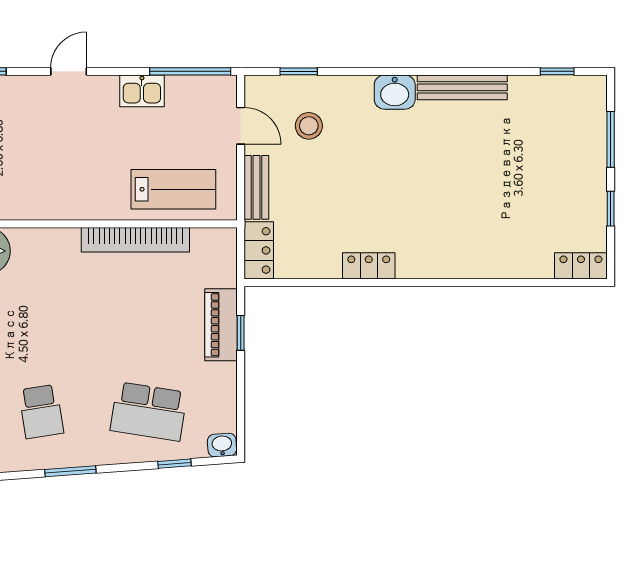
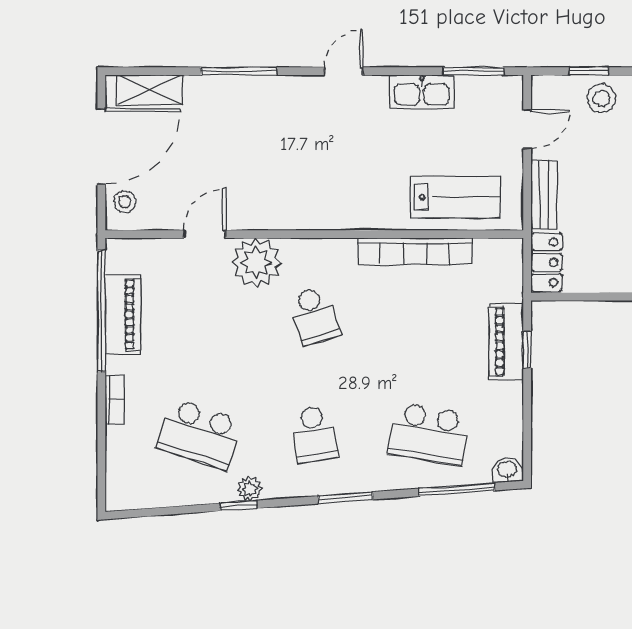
window: (190, 71) -> (473, 71), width x0.69
kitchen sink: (142, 91) -> (422, 92), width x1.38
door: (241, 126) -> (527, 129), hinge flipped
stool: (309, 126) -> (601, 98), moved
school desk: (41, 301) -> (314, 316), added
window: (175, 464) -> (457, 490), width x2.17

